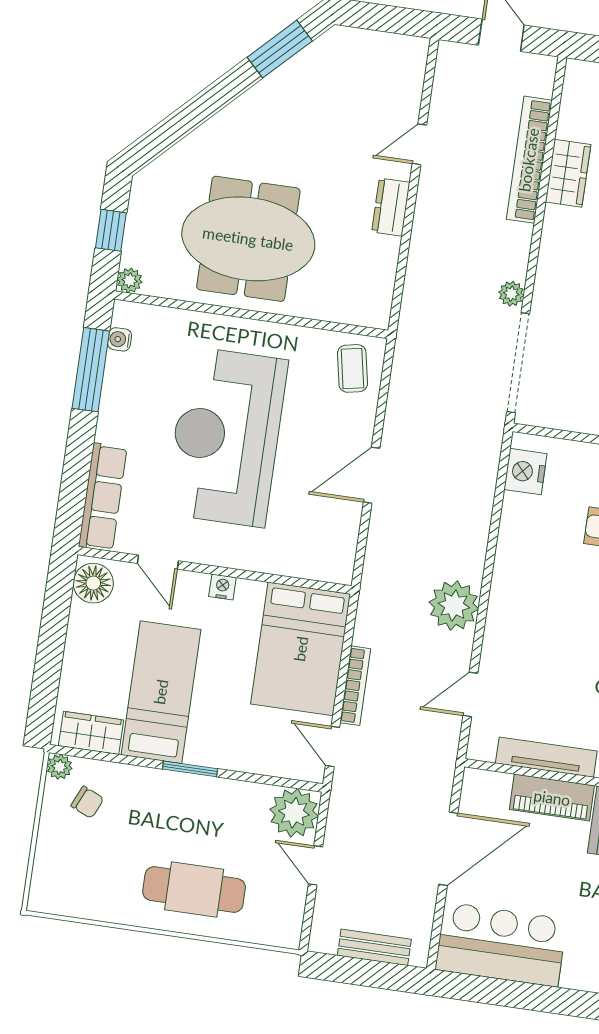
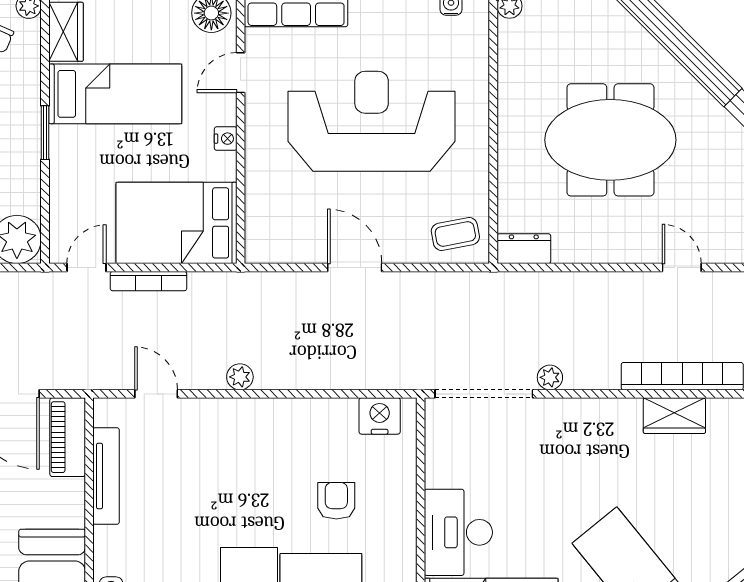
dresser: (391, 207) -> (524, 249), moved
meeting table: (248, 239) -> (610, 140), moved, turned 90
plant: (454, 606) -> (240, 377), width x0.53, depth x0.53
piano: (552, 798) -> (68, 437), moved

